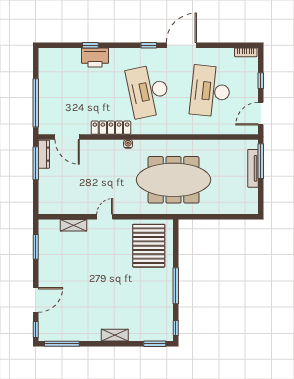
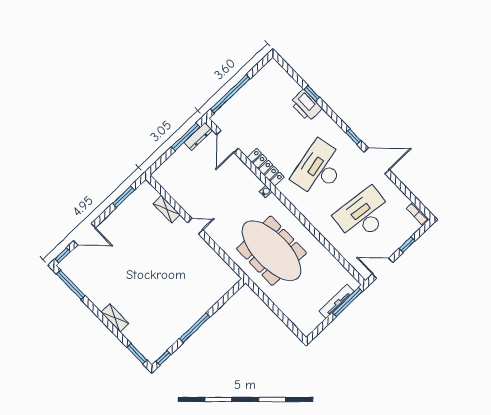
pallet: (149, 246) -> (205, 279), removed

